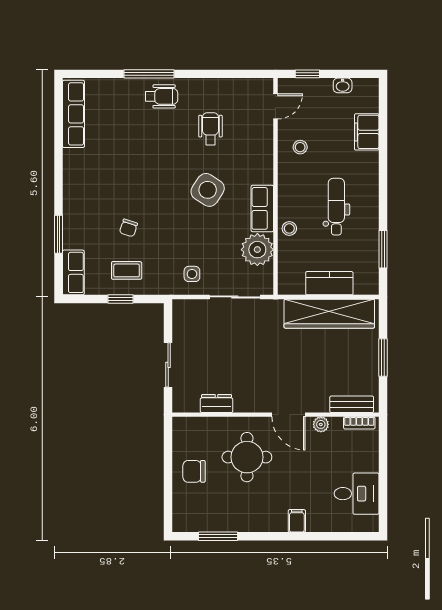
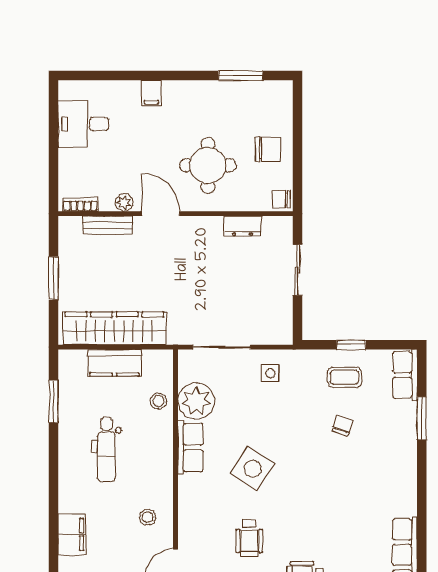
stool: (289, 228) -> (158, 401), moved
bench: (352, 404) -> (108, 225), moved
chair: (182, 427) -> (281, 199), added

